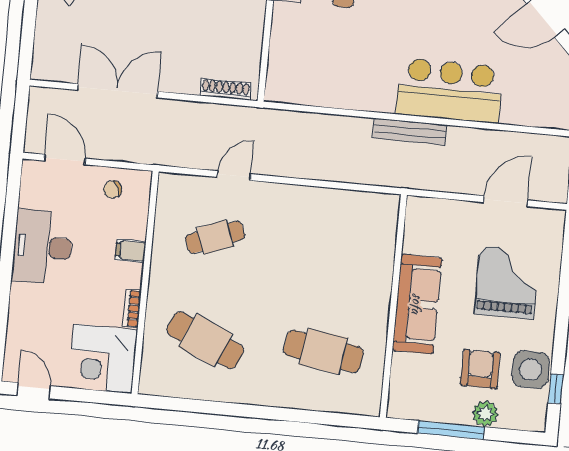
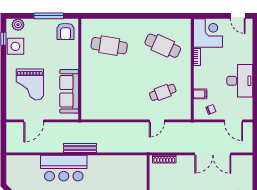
filing cabinet: (131, 251) -> (200, 94), moved
sofa: (417, 304) -> (69, 91), moved
armchair: (480, 369) -> (65, 31), moved
plant: (485, 414) -> (18, 25), moved

